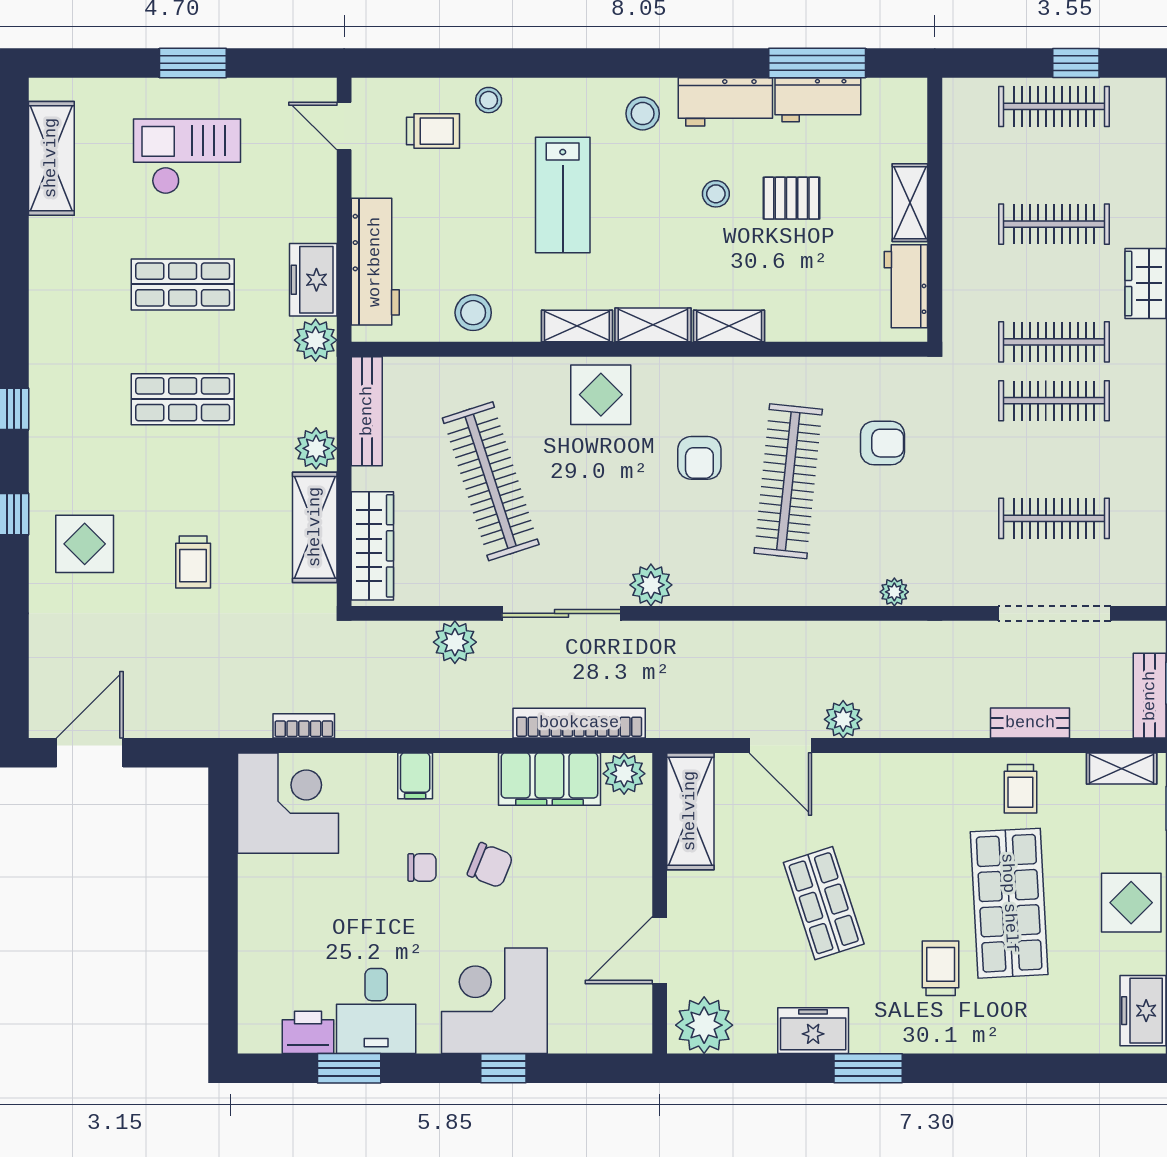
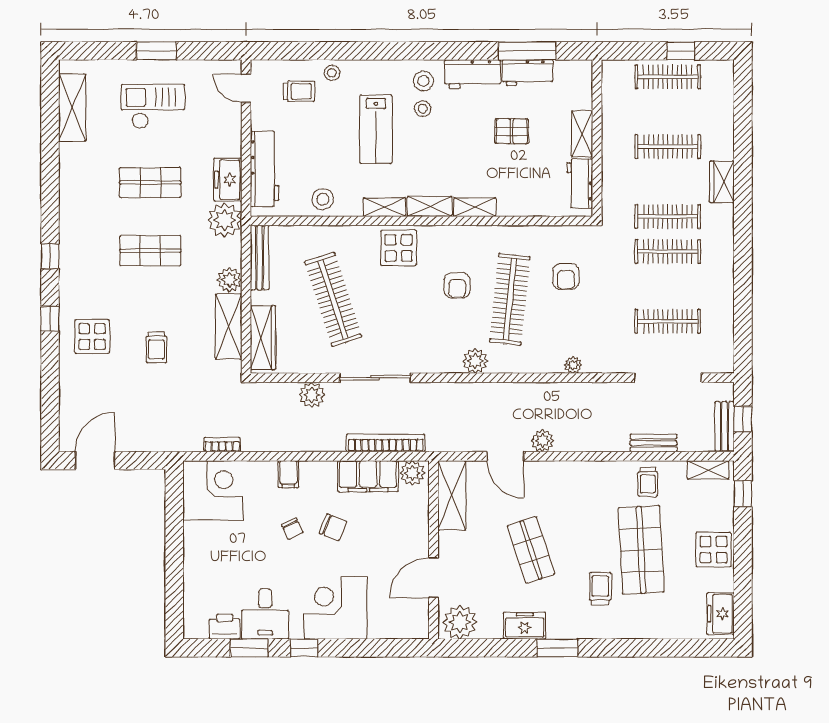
stool: (716, 194) -> (423, 109), moved
plant: (316, 340) -> (225, 220), width x1.36, depth x1.36
armchair: (882, 443) -> (566, 277), turned 90
plant: (651, 585) -> (475, 361), moved
chair: (422, 867) -> (292, 529), turned 65
window: (503, 1068) -> (304, 648), moved

